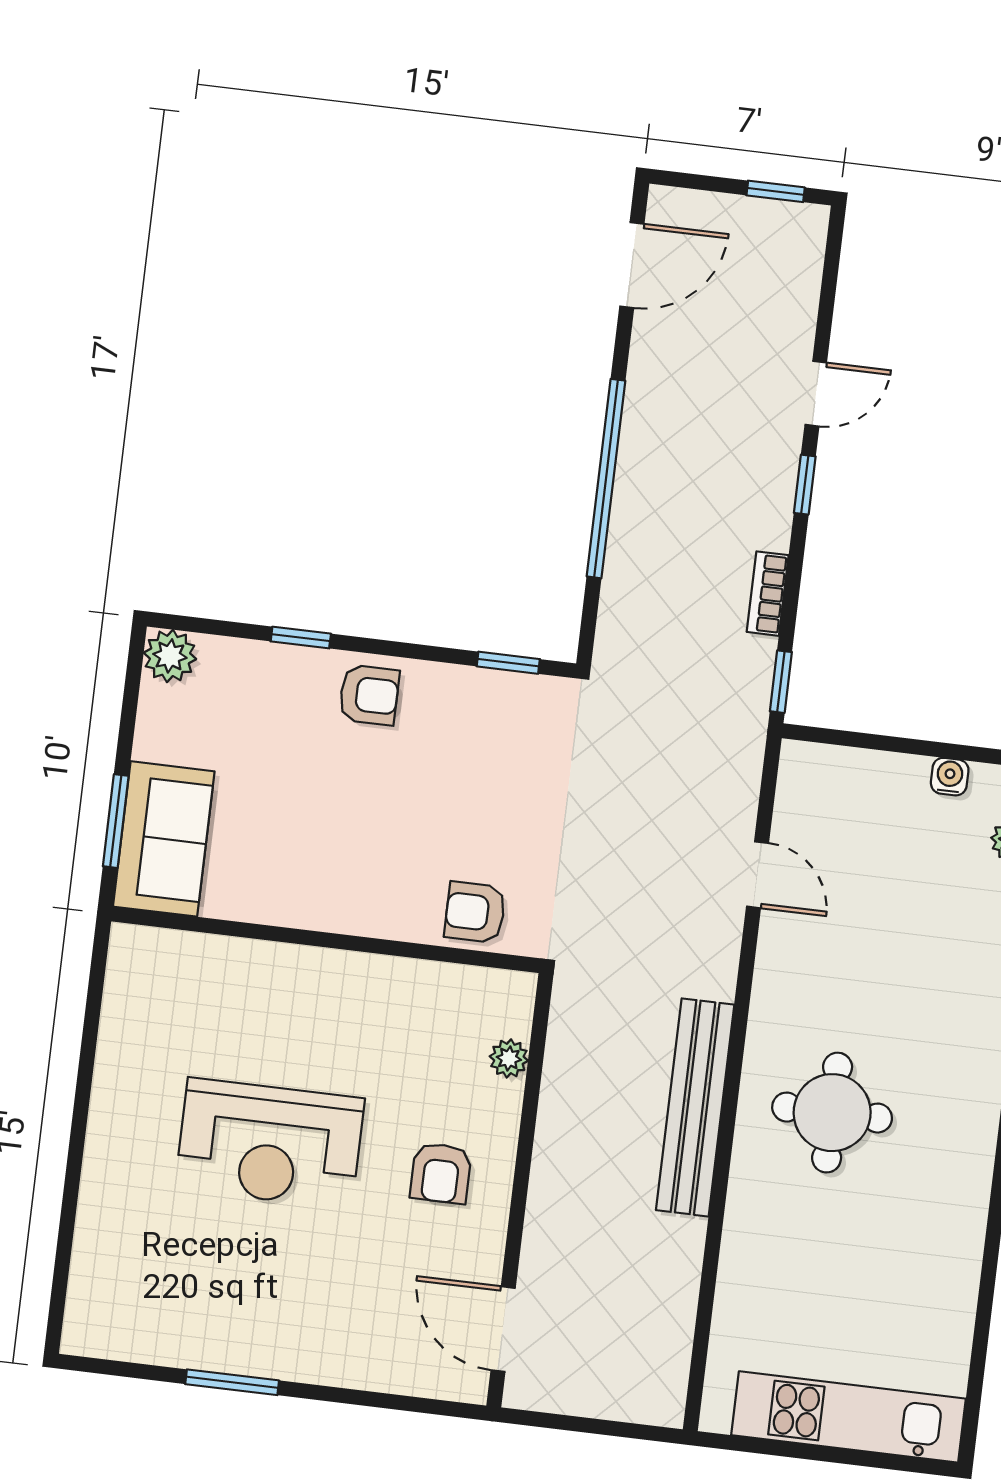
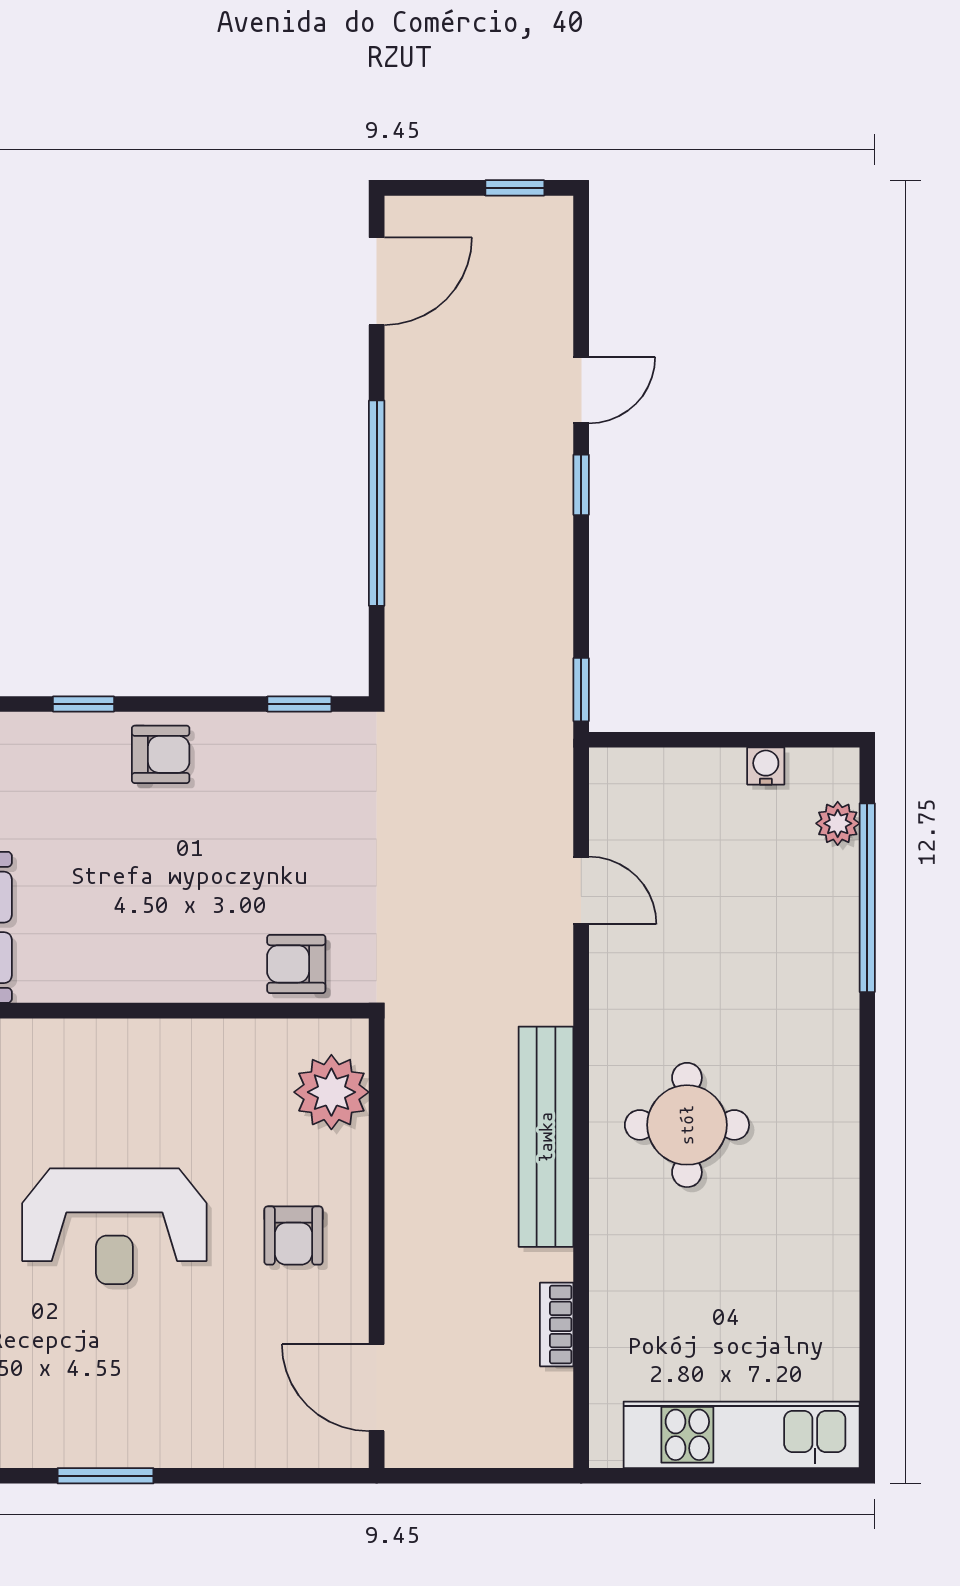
bookcase: (768, 594) -> (557, 1324), moved
plant: (509, 1058) -> (331, 1092), width x1.88, depth x1.88

